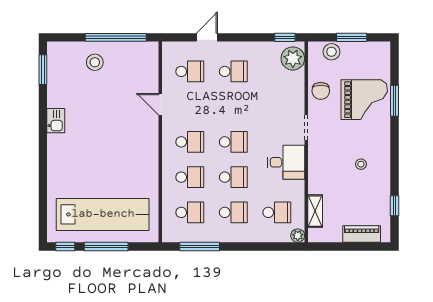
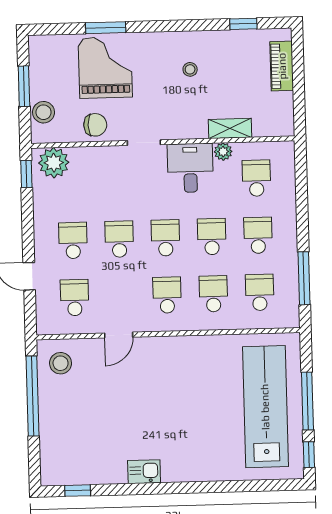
stool: (95, 62) -> (61, 363), moved
window: (43, 70) -> (78, 491), width x0.67
school desk: (233, 107) -> (119, 239), added
shelving: (315, 211) -> (230, 128), moved
plant: (298, 236) -> (223, 152), moved

